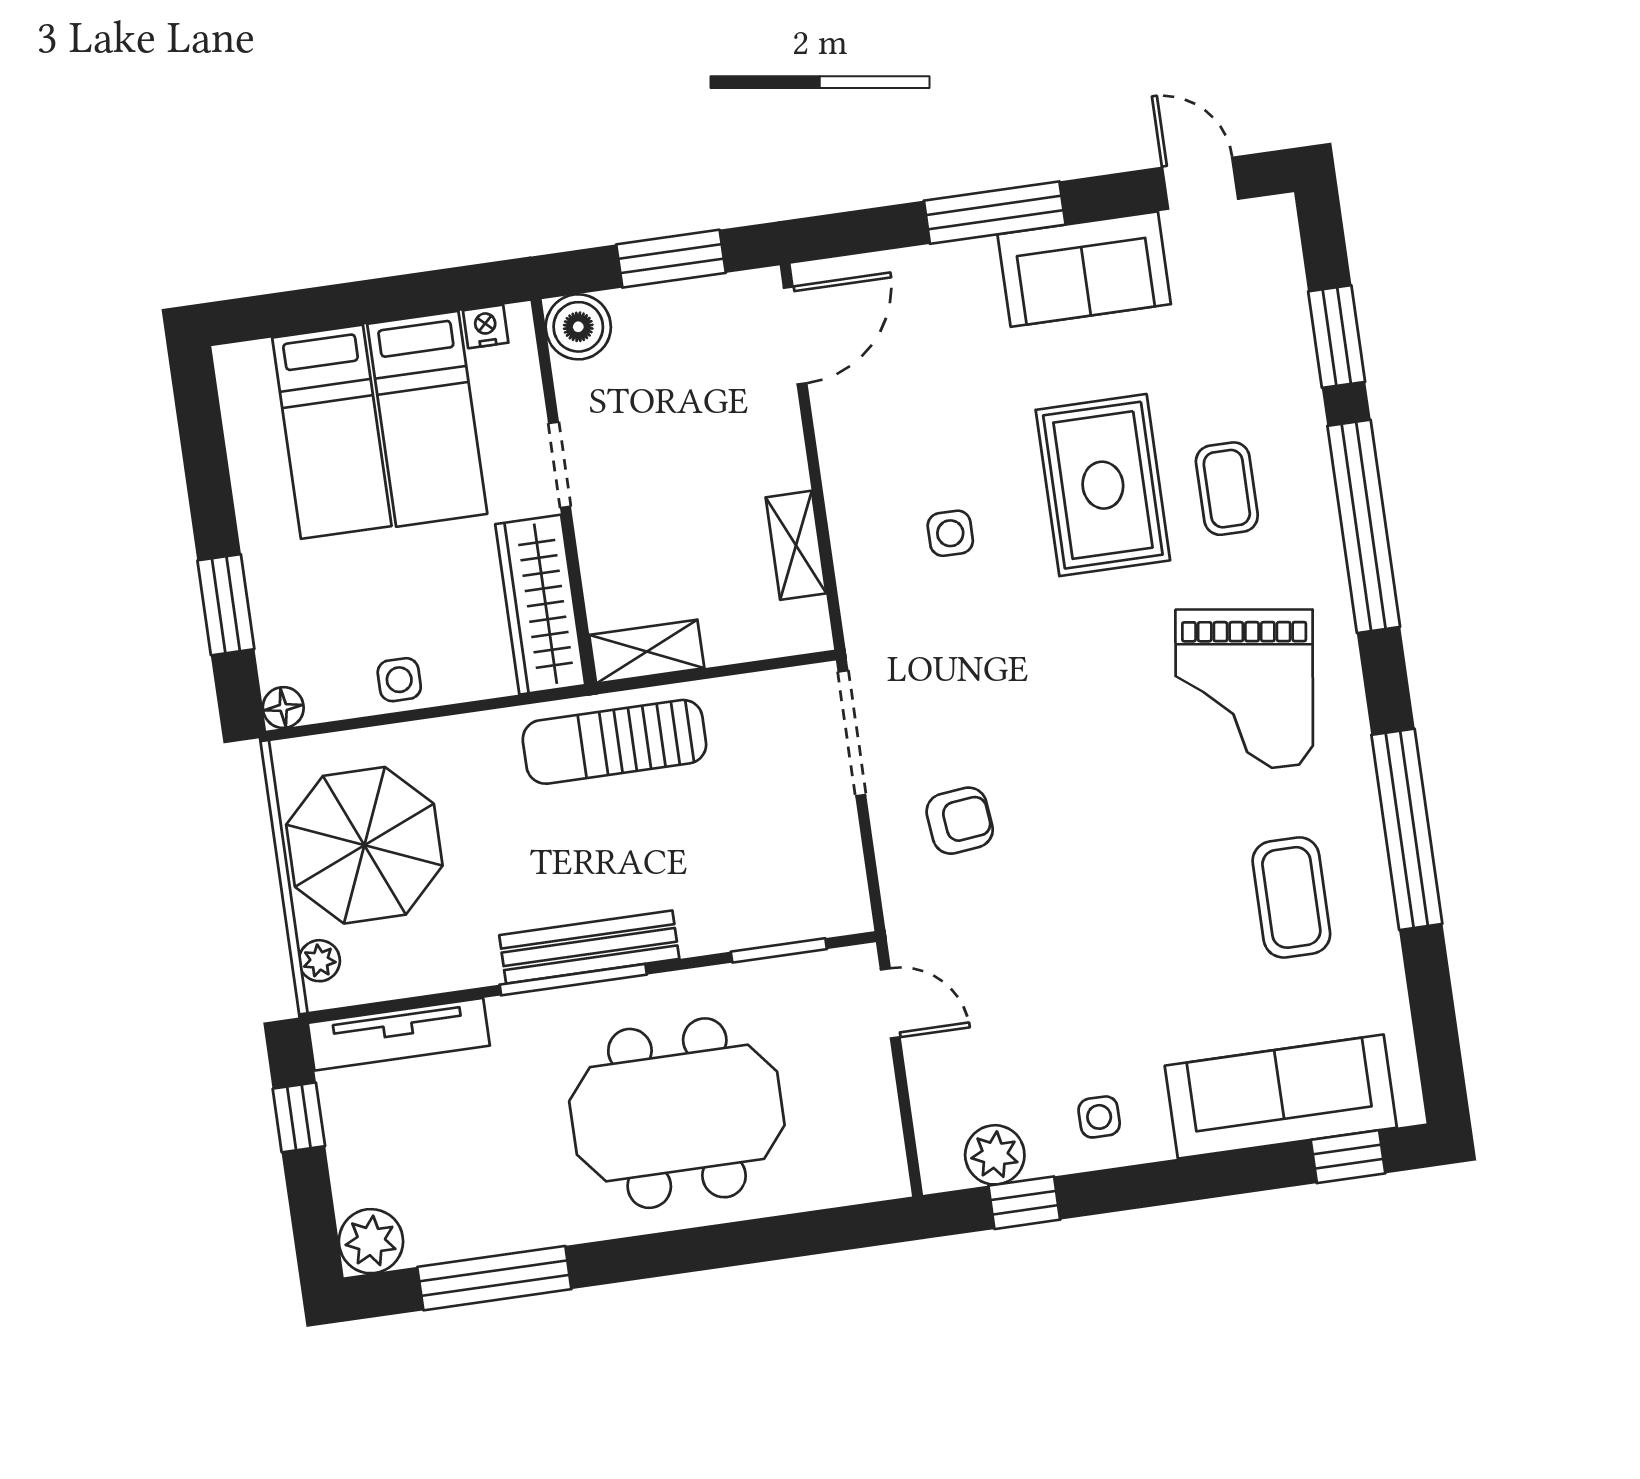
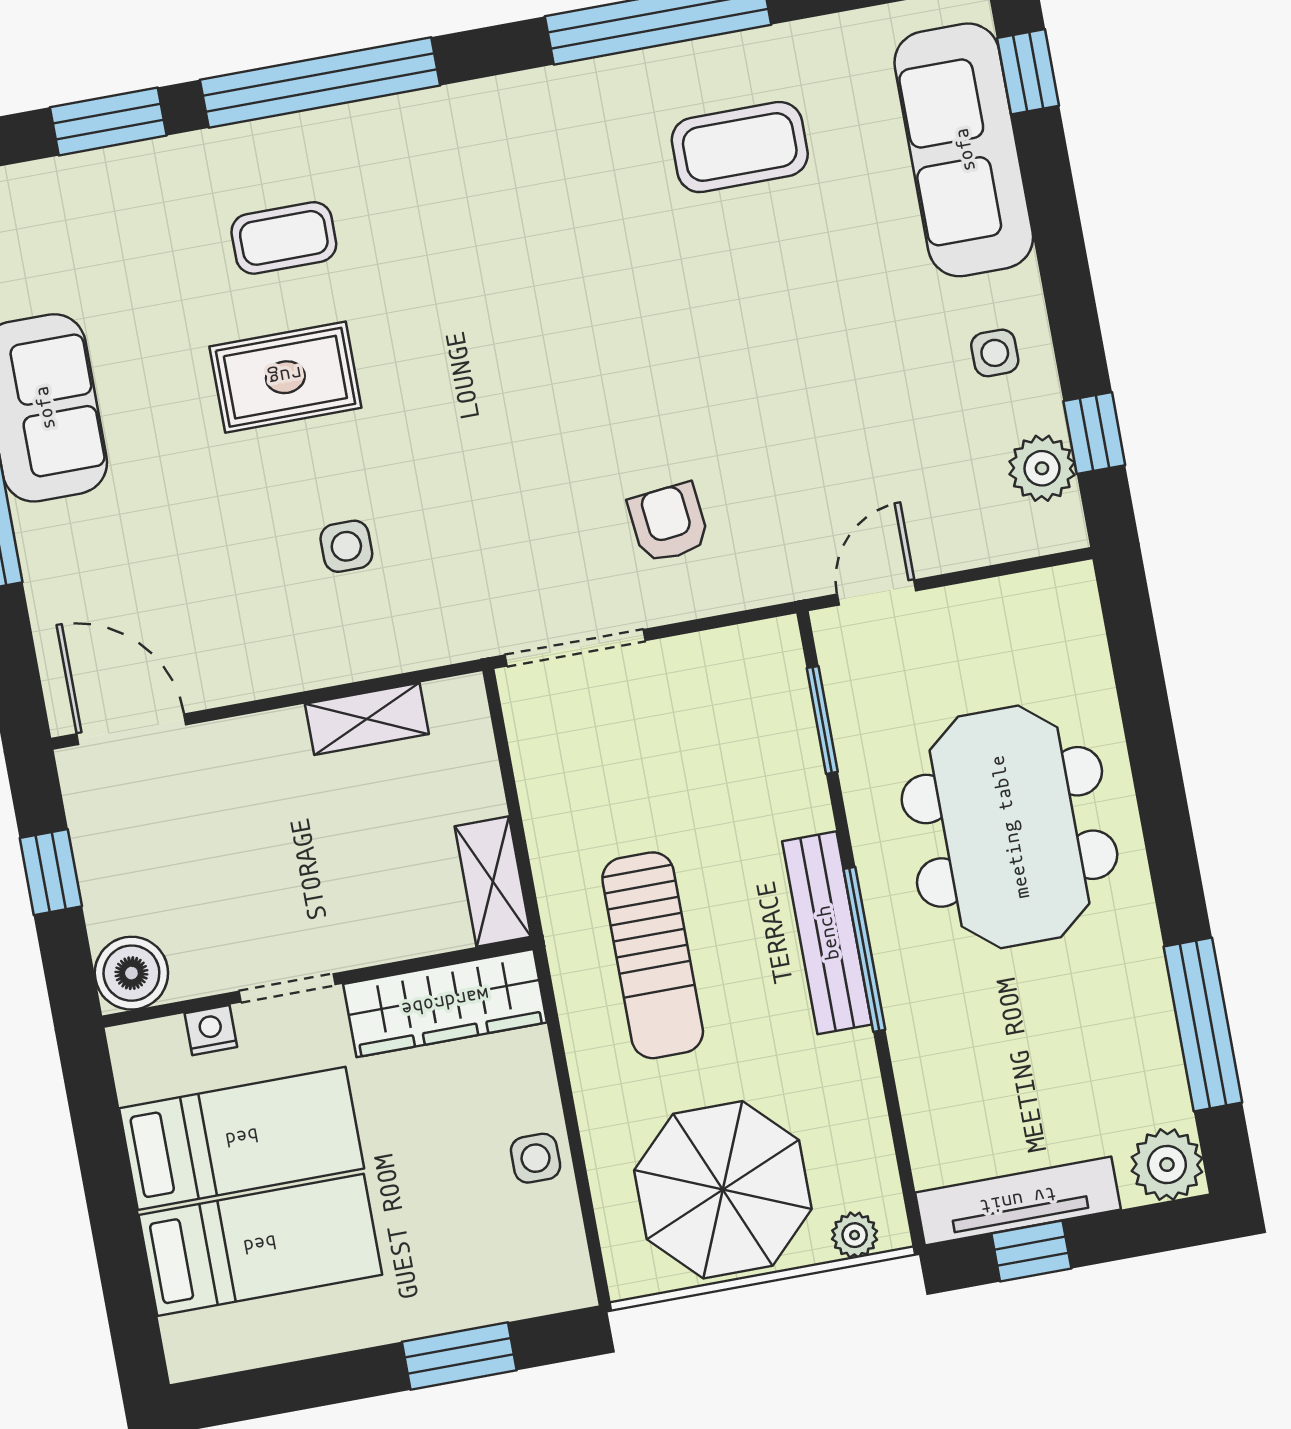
window: (671, 259) -> (51, 872), width x0.67
nightstand: (486, 327) -> (211, 1030), moved, turned 90
rug: (1103, 485) -> (285, 377), width x0.73, depth x0.70
grand piano: (1244, 689) -> (508, 209), removed
floor lamp: (283, 708) -> (572, 1287), removed
sun lounger: (614, 742) -> (653, 955), moved
tv unit: (399, 1034) -> (1018, 1201), moved, turned -90

